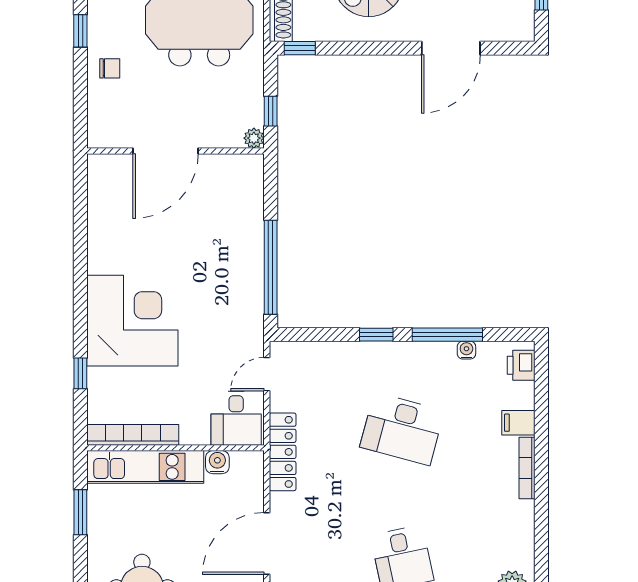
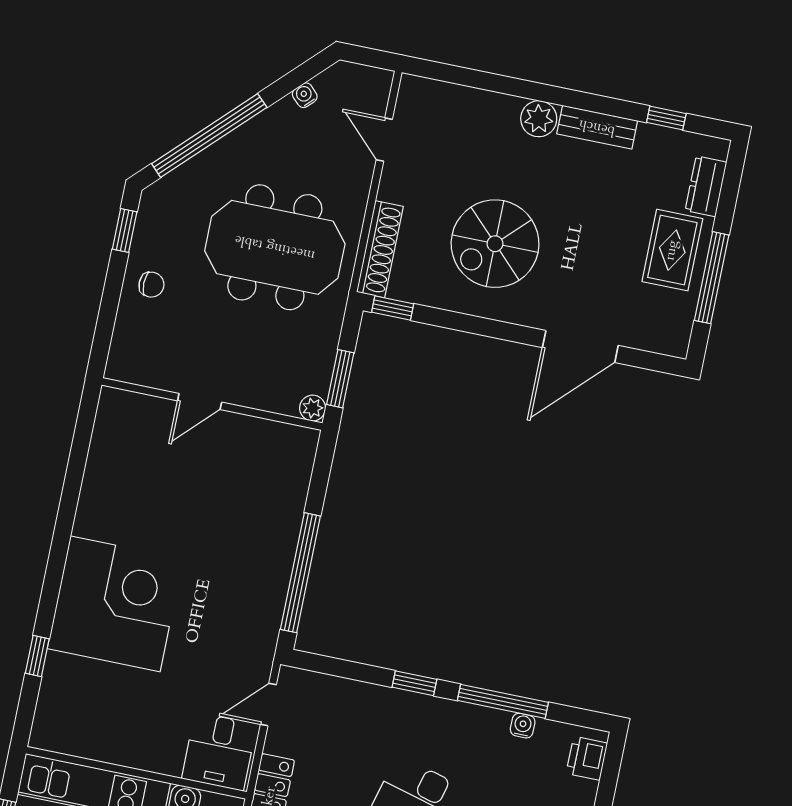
window: (271, 111) -> (340, 379), width x1.50
door: (166, 151) -> (200, 401), width x0.53
bookcase: (133, 435) -> (87, 746), removed

